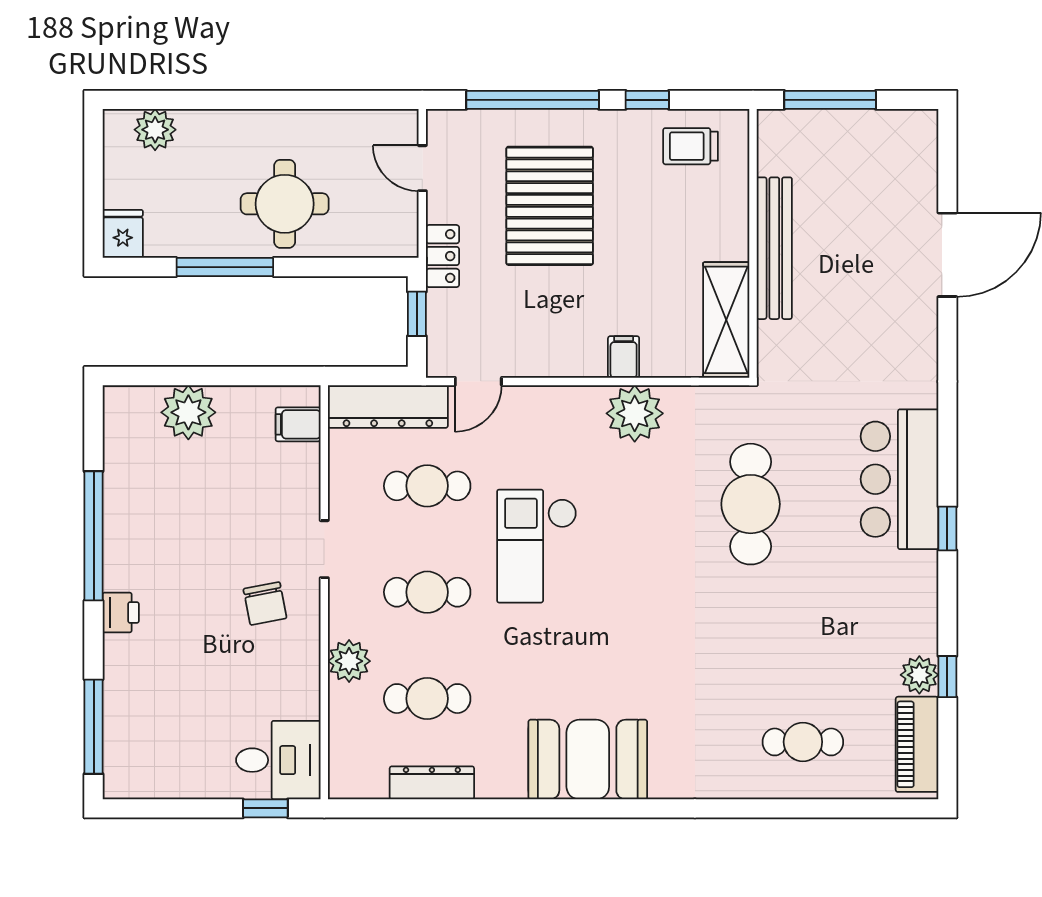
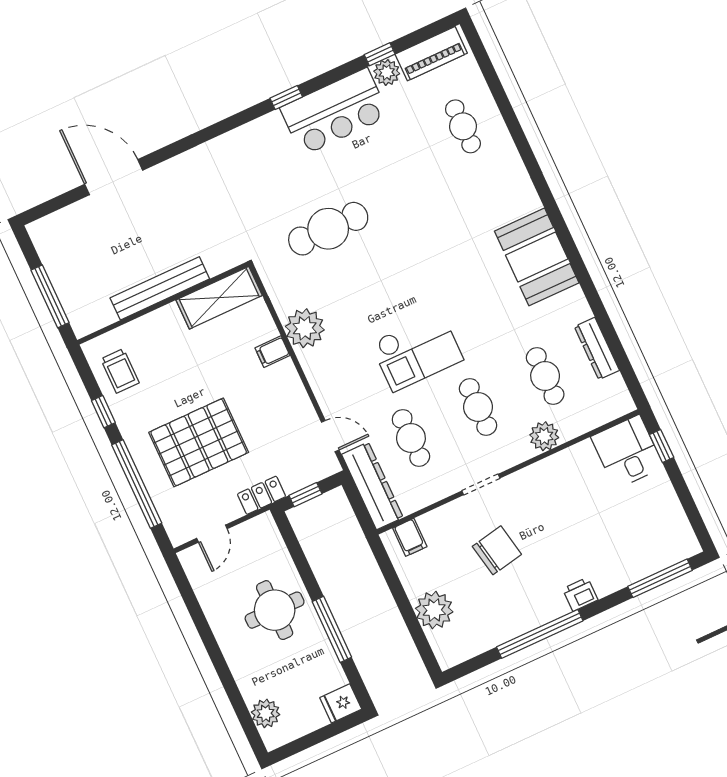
bar counter: (899, 479) -> (335, 112), moved
chair: (265, 604) -> (497, 550), moved, width x1.37, depth x1.37

